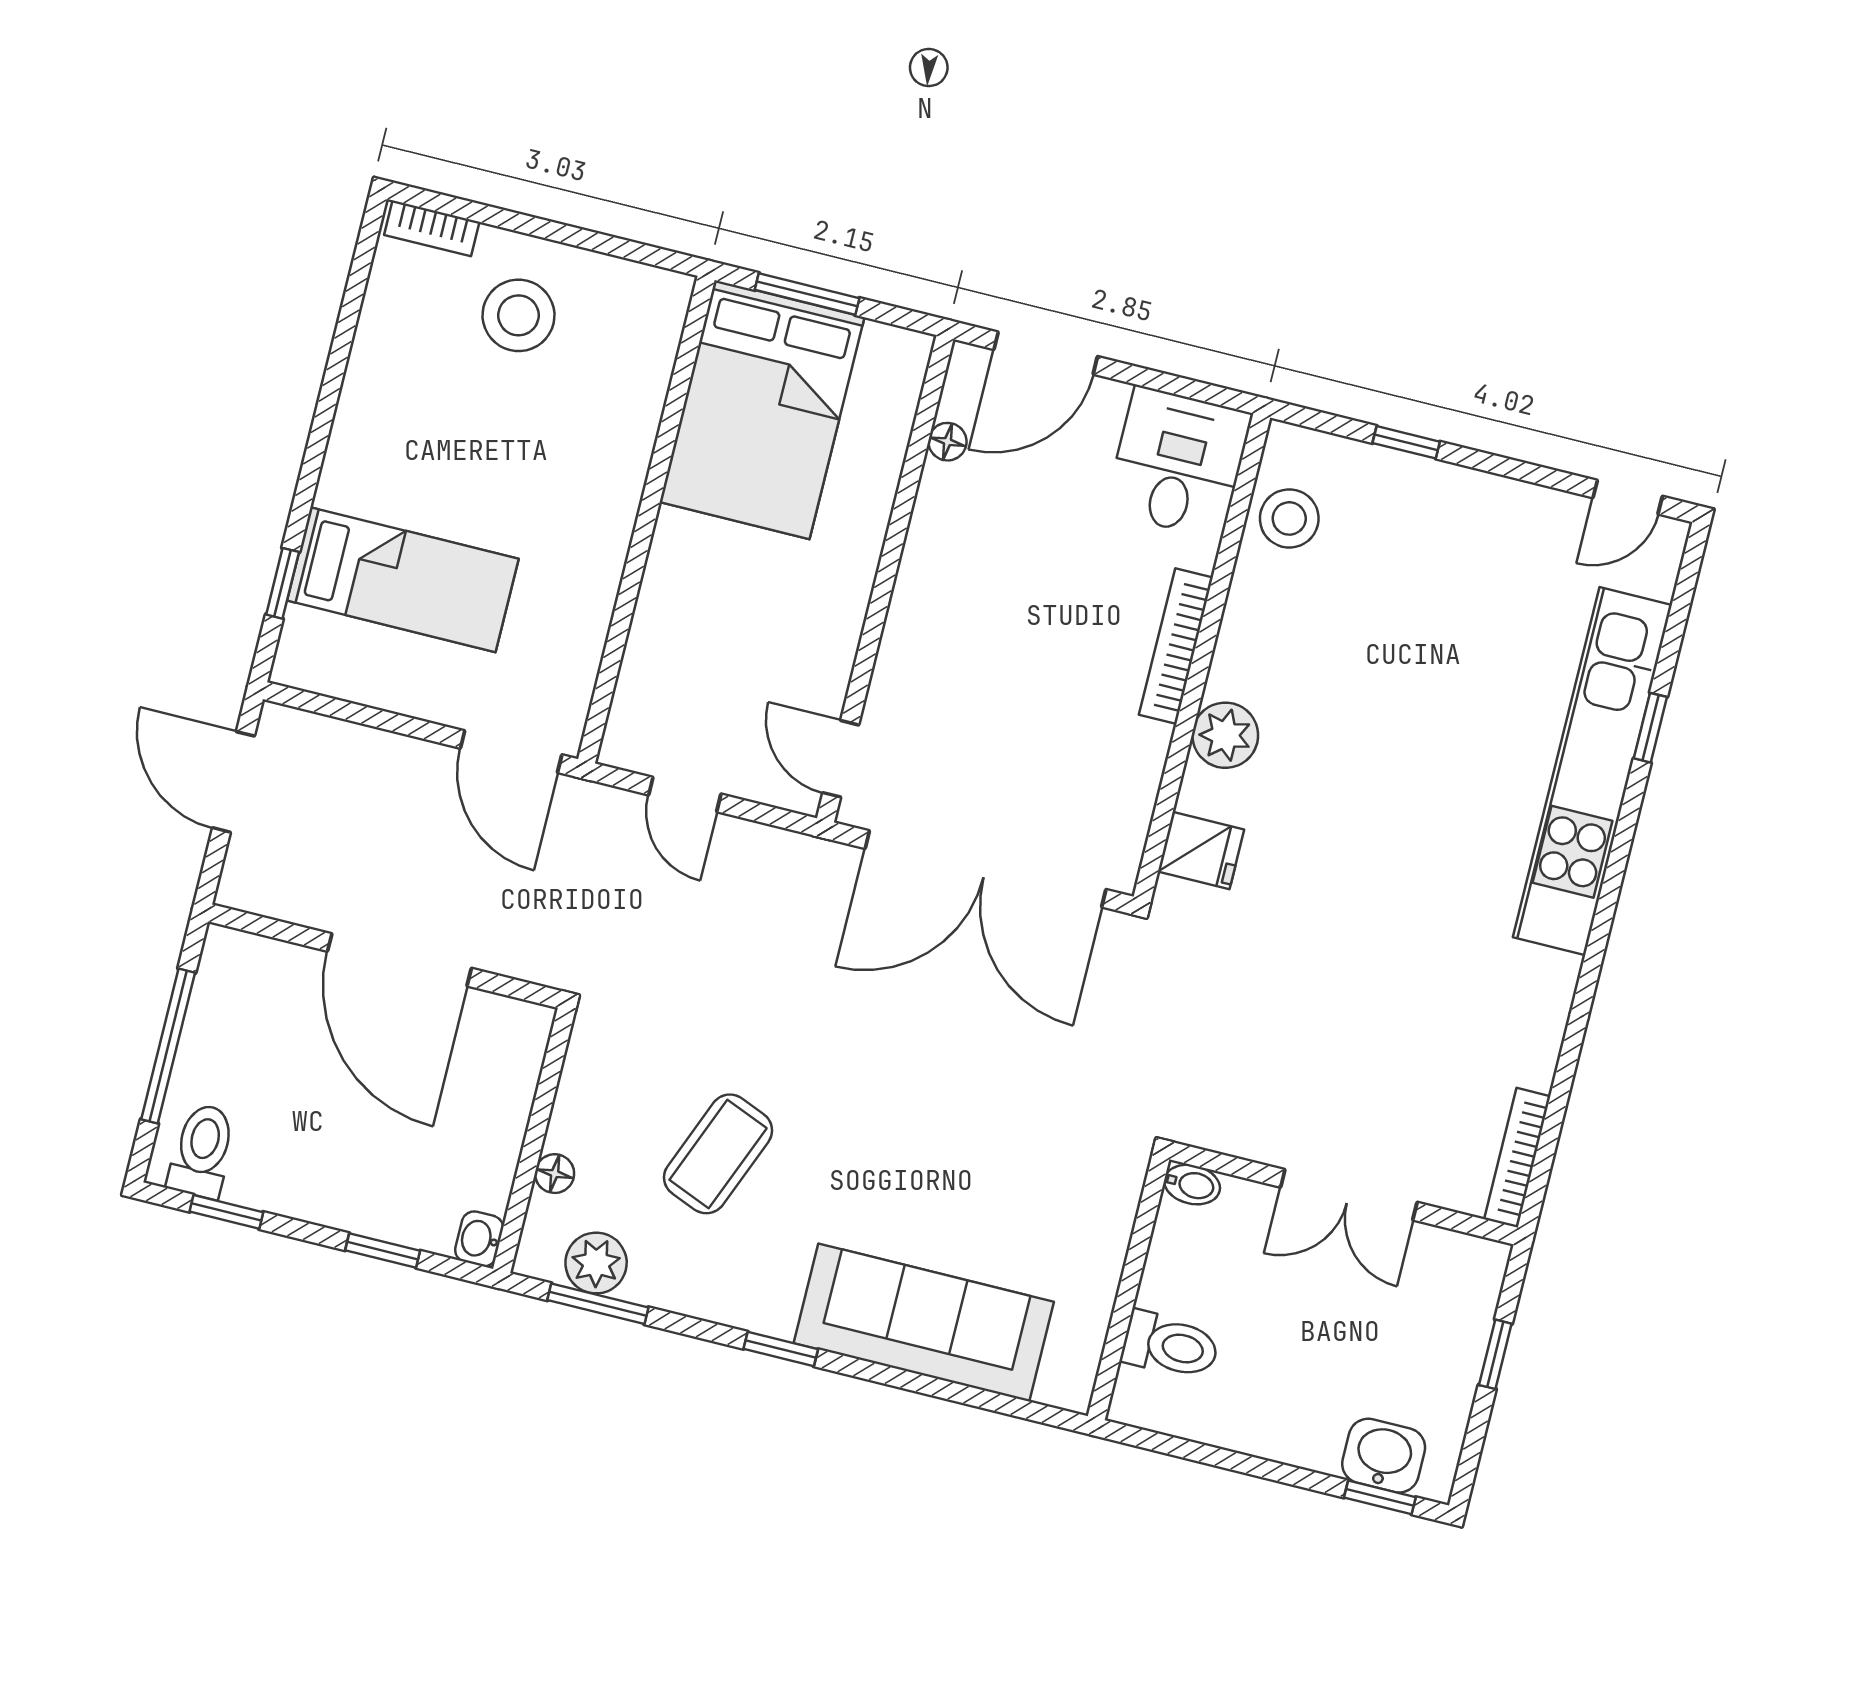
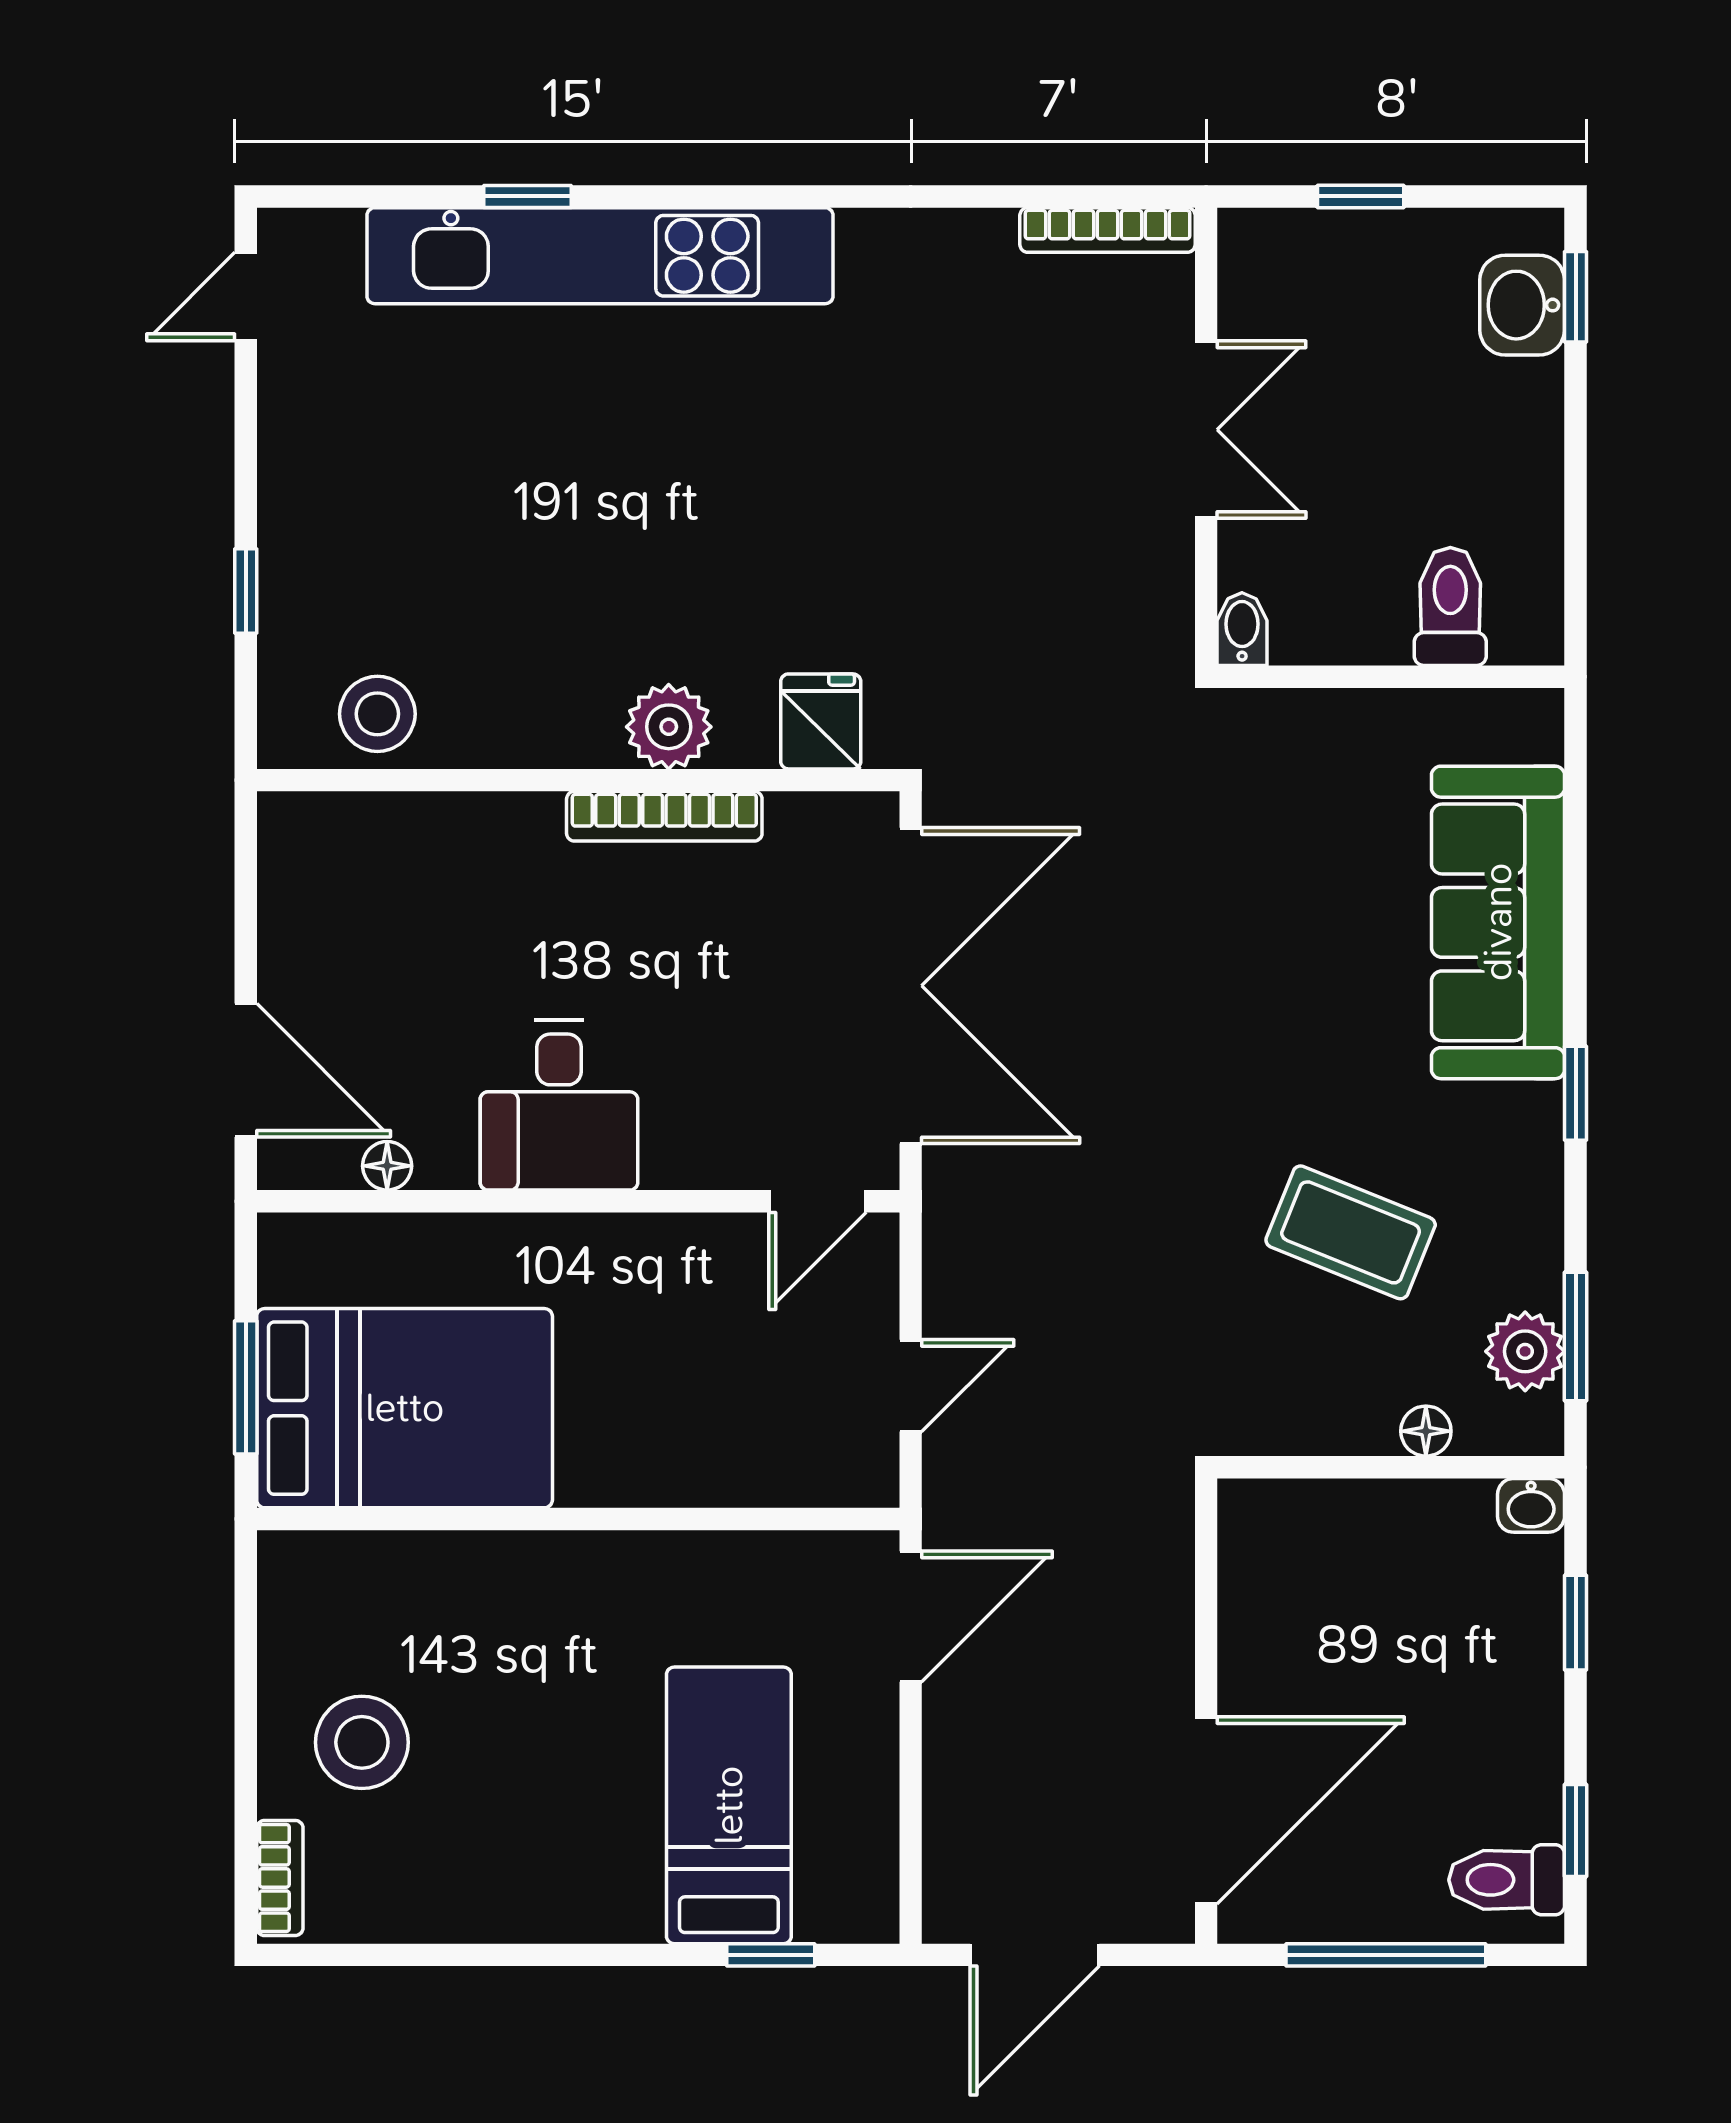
desk: (1178, 463) -> (559, 1105), moved, turned -90
door: (1628, 497) -> (246, 297), swing flipped
bookcase: (1176, 646) -> (664, 816), moved
door: (399, 960) -> (1206, 1810), moved

